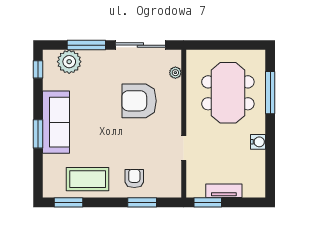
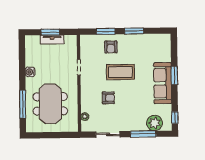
sliding door: (140, 45) -> (108, 134), width x0.73
armchair: (139, 101) -> (108, 98), width x0.53, depth x0.53
coffee table: (88, 179) -> (120, 72), moved
window: (68, 202) -> (134, 31), moved
window: (208, 202) -> (50, 32), moved

